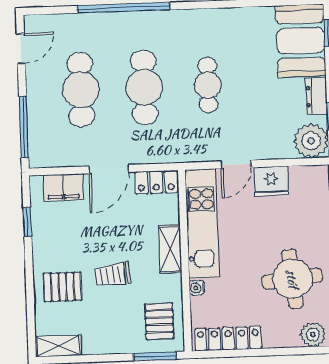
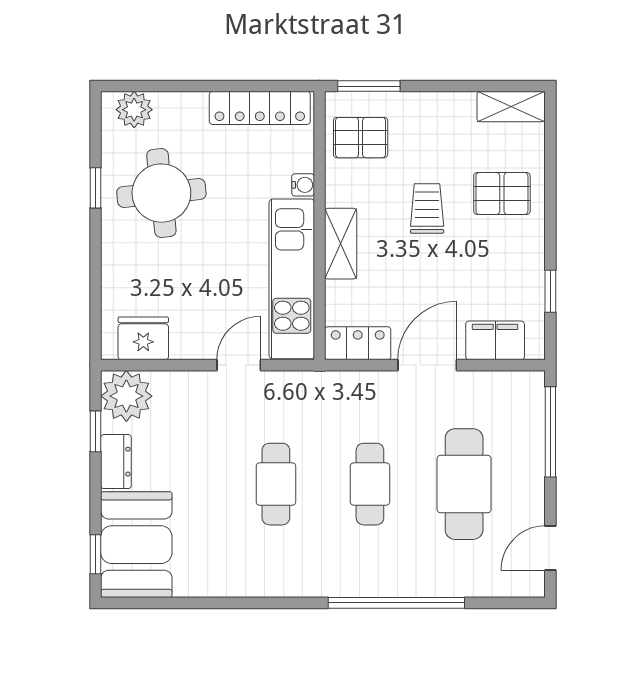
cafe table: (144, 87) -> (370, 484), width x0.73, depth x0.74
fridge: (271, 181) -> (143, 338), moved
trolley: (113, 275) -> (427, 208), turned -84
pallet: (159, 321) -> (361, 138), turned 90

